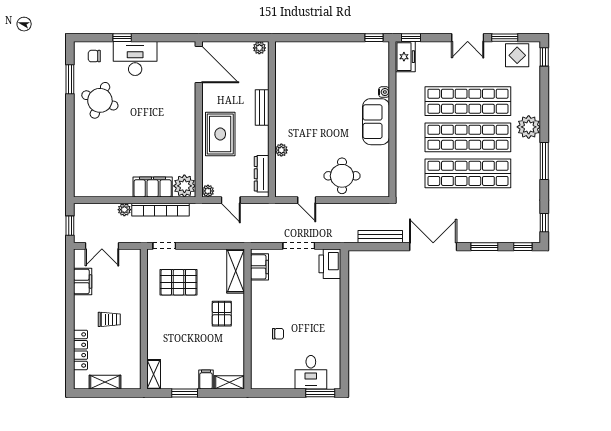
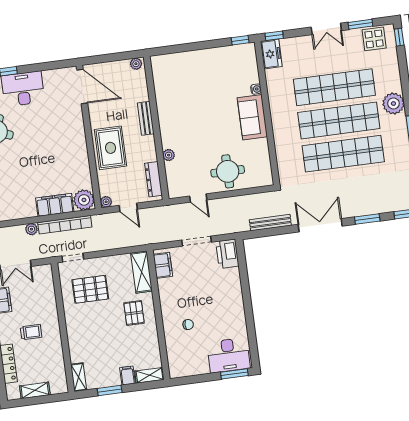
desk: (311, 372) -> (228, 355), width x1.37

